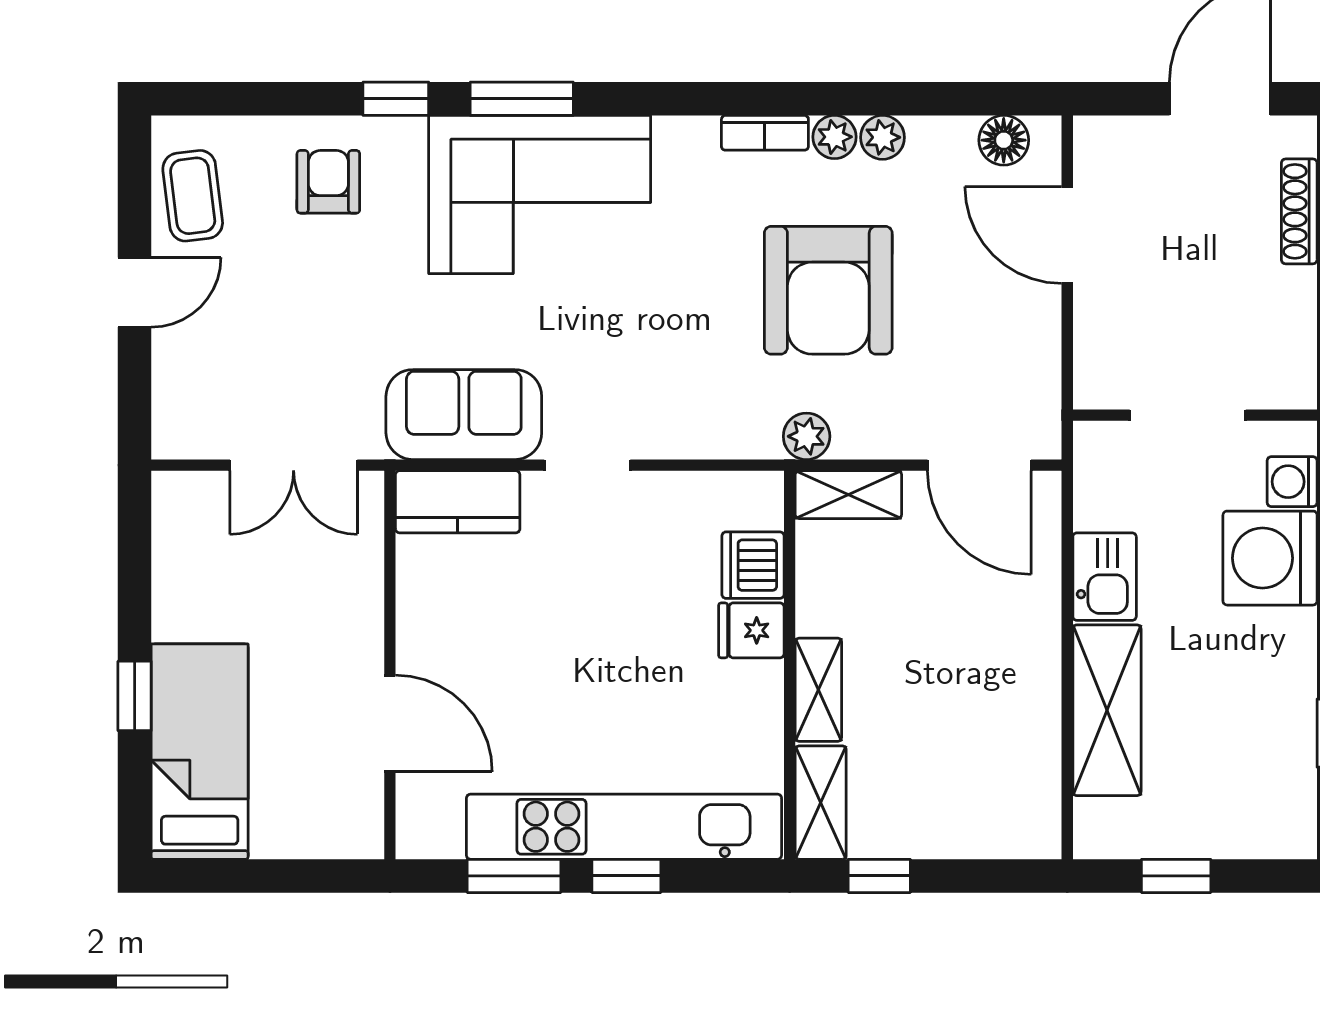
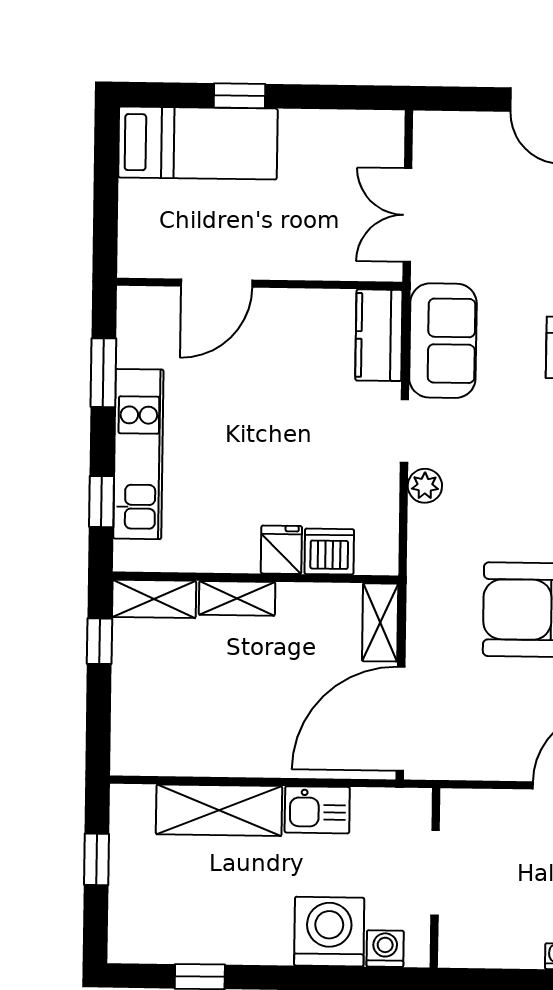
plant: (807, 436) -> (425, 486), moved
door: (979, 465) -> (400, 719), width x1.36
kitchen unit: (624, 827) -> (138, 454), width x0.73
window: (626, 876) -> (102, 502), moved

